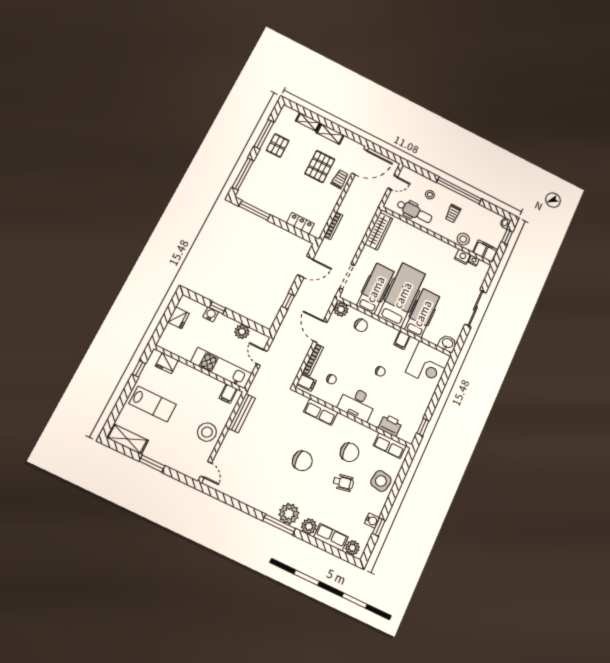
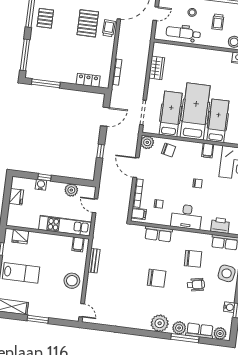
dental chair: (414, 212) -> (183, 33), turned 180
wardrobe: (379, 231) -> (157, 68), width x0.67
bench: (242, 413) -> (94, 261), width x0.73
window: (279, 525) -> (185, 338), moved

